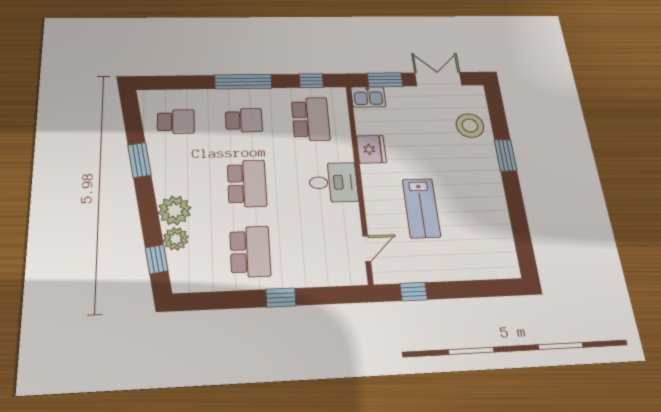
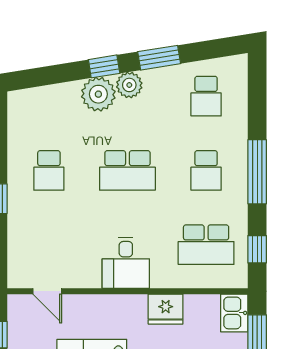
plant: (176, 239) -> (129, 85), moved
school desk: (250, 252) -> (49, 170), width x0.54
window: (157, 259) -> (104, 66), moved

